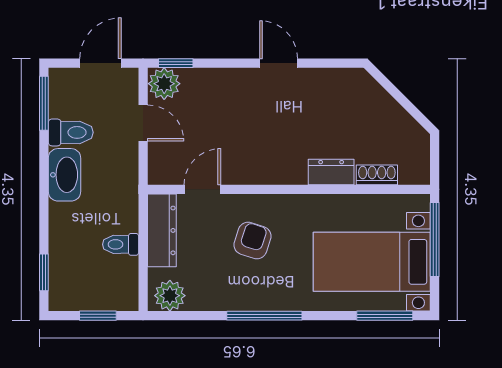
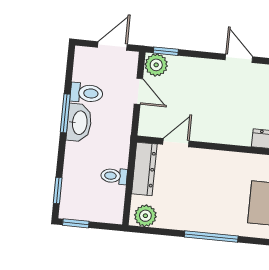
window: (44, 103) -> (65, 113), moved
armchair: (252, 241) -> (208, 182), removed
window: (98, 316) -> (76, 223), moved

